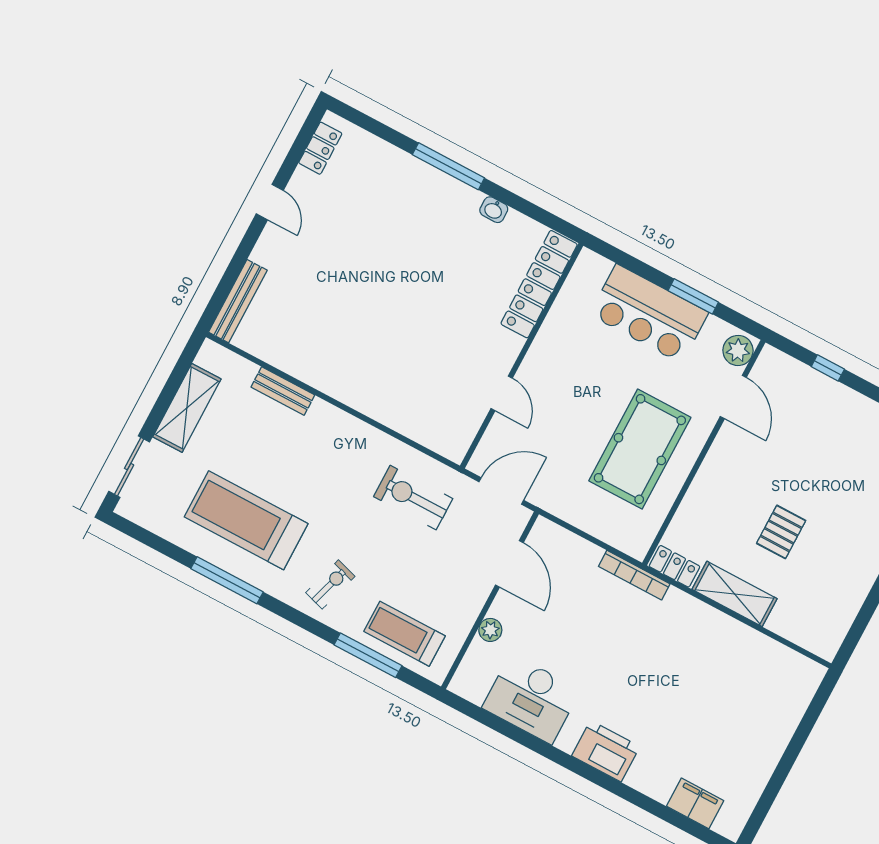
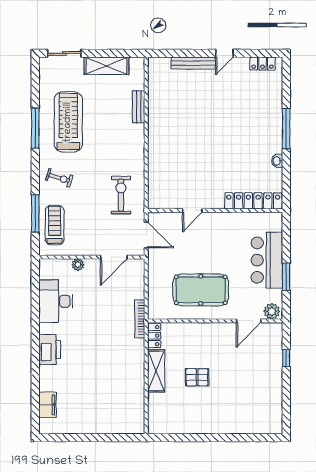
bench: (238, 301) -> (193, 63), moved

